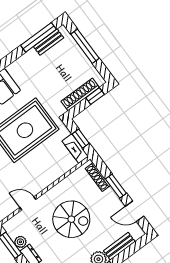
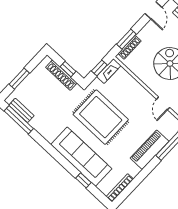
window: (85, 46) -> (19, 79), width x0.69
window: (95, 96) -> (68, 69), moved
window: (116, 186) -> (126, 39), moved

